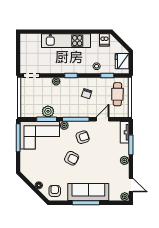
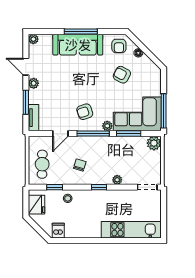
kitchen unit: (66, 41) -> (131, 230), moved
plant: (48, 111) -> (154, 143), moved
armchair: (72, 158) -> (122, 75), moved
door: (131, 185) -> (26, 67), moved

